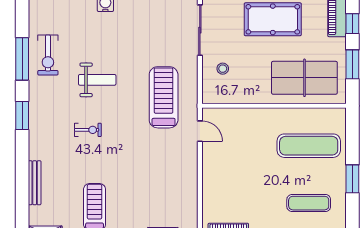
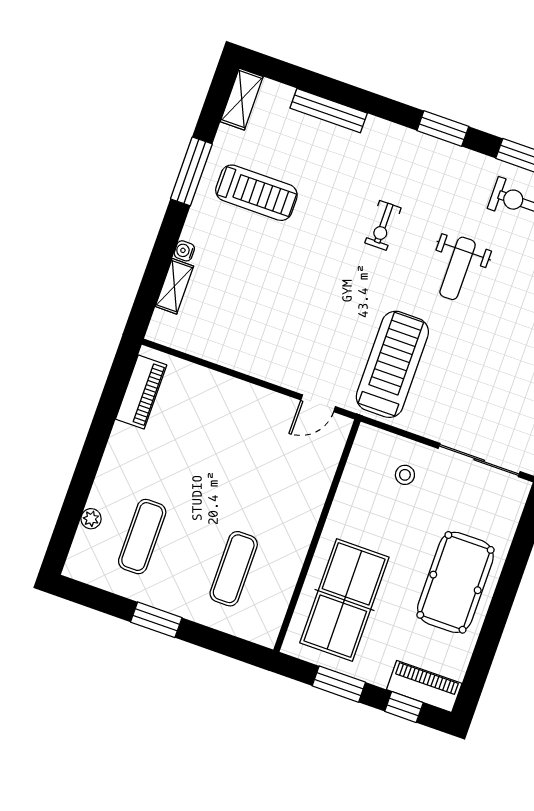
treadmill: (164, 97) -> (392, 364), turned -90
exercise mat: (309, 146) -> (234, 569), width x0.73, depth x0.69

